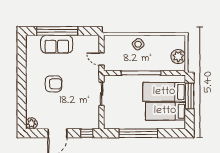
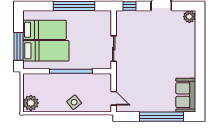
sofa: (57, 44) -> (186, 95), moved, turned -90
plant: (178, 57) -> (31, 103), moved
door: (101, 59) -> (114, 98), moved
armchair: (54, 84) -> (166, 59), removed

